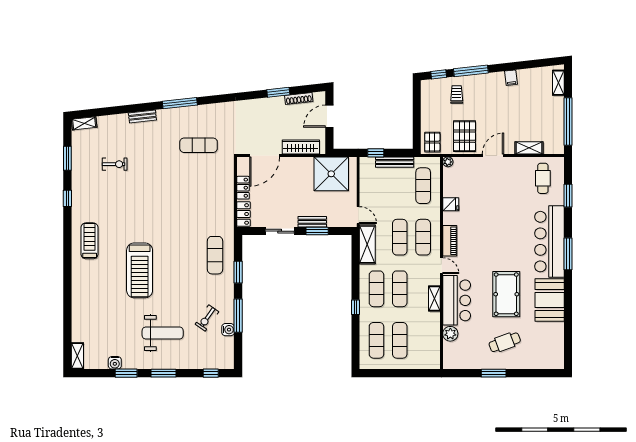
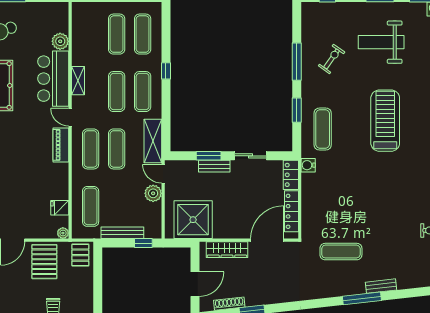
bench: (142, 117) -> (381, 286), moved
locker: (243, 188) -> (291, 211), width x1.53
plant: (367, 197) -> (153, 193), added
fridge: (451, 204) -> (60, 208), moved
treadmill: (140, 270) -> (385, 121), moved
water cooler: (228, 330) -> (308, 165), moved

